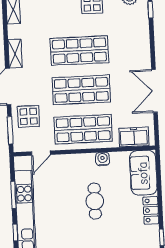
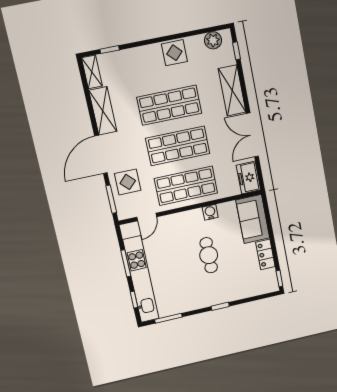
shelving: (141, 46) -> (232, 90), added
shelving: (15, 54) -> (103, 111), width x1.50, depth x1.33
freezer: (134, 137) -> (248, 178), moved, turned -90

